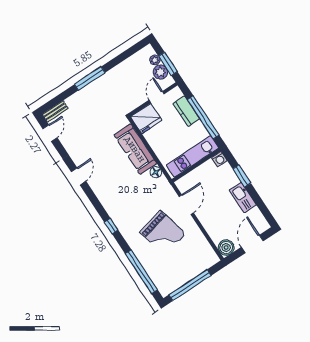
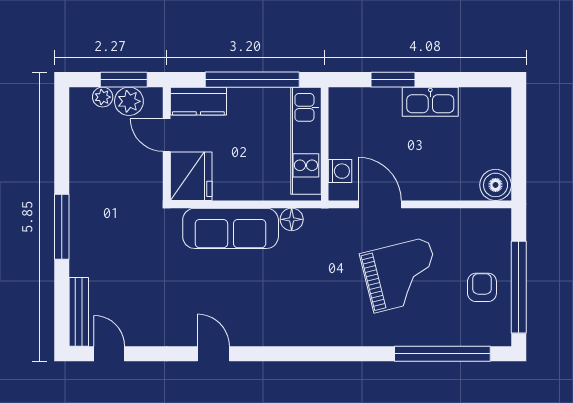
bench: (55, 111) -> (79, 312), width x1.36
kitchen counter: (186, 111) -> (198, 101), moved
washing machine: (219, 159) -> (340, 171), moved
window: (111, 226) -> (333, 354), removed
door: (252, 244) -> (519, 137), removed
armchair: (180, 270) -> (482, 287), added

